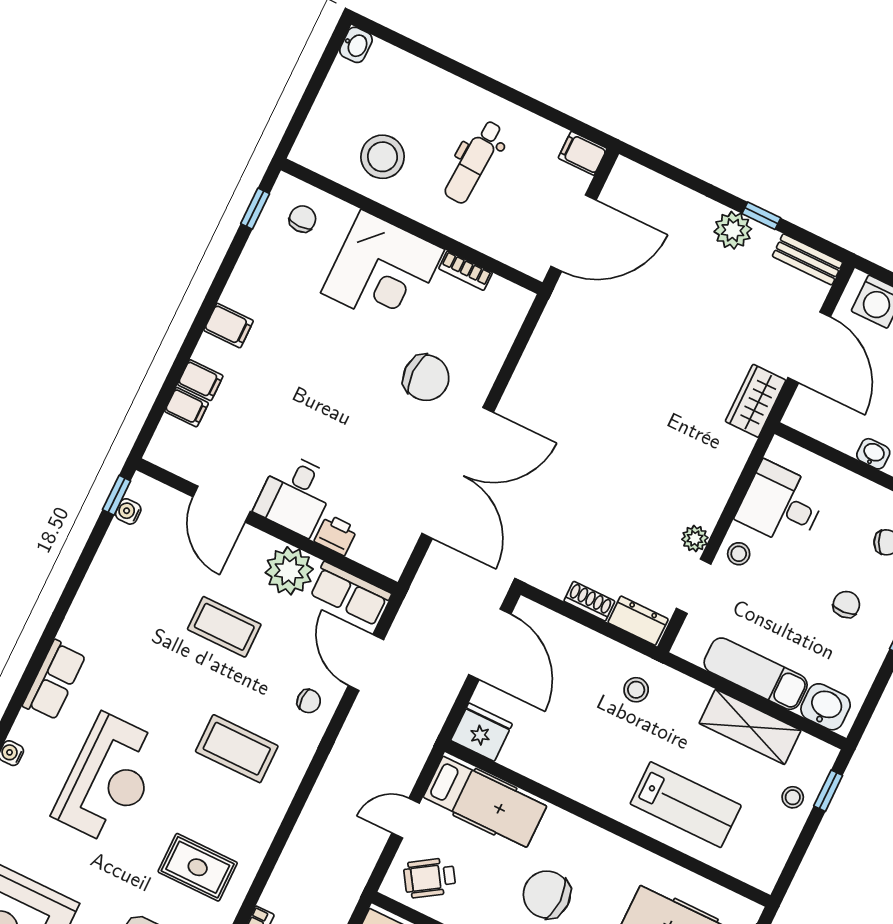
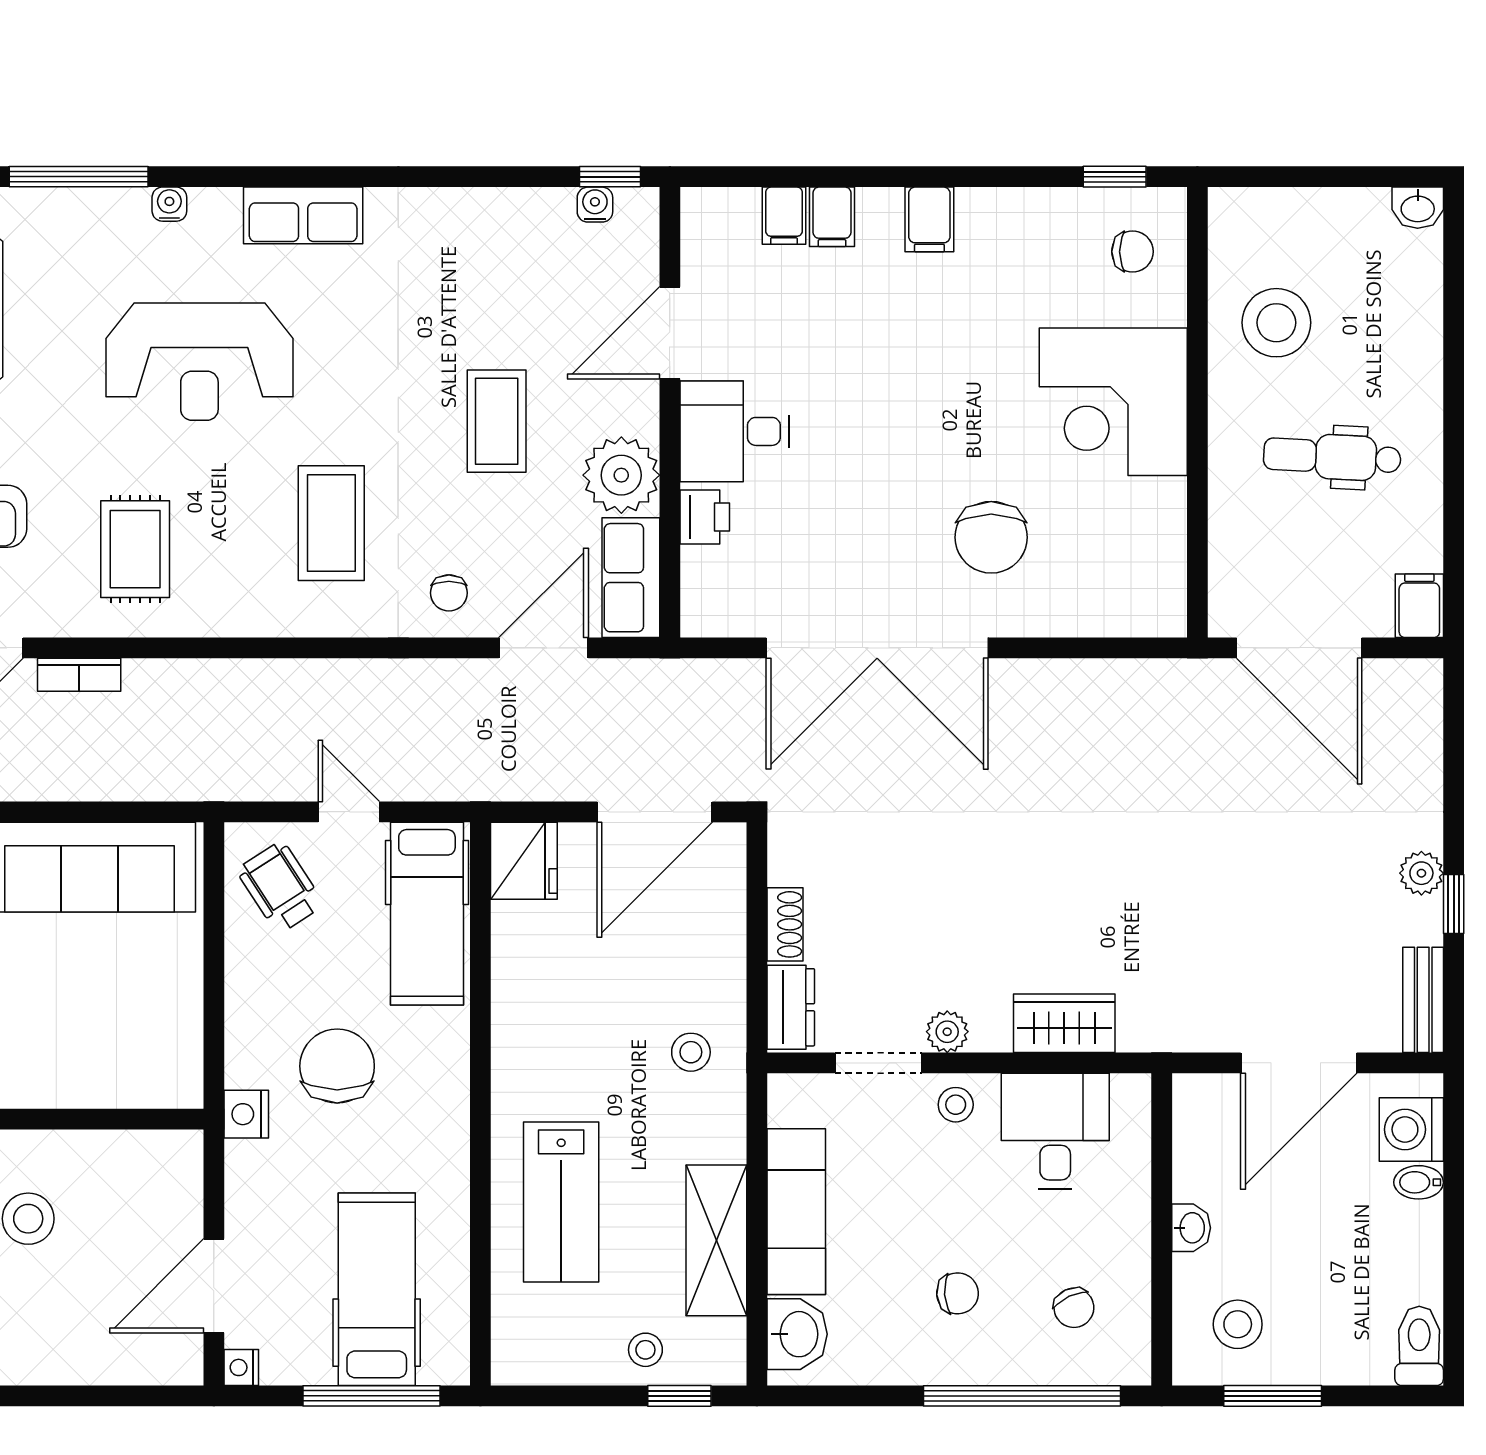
plant: (733, 230) -> (1421, 873), width x0.73, depth x0.73
bookcase: (466, 271) -> (1171, 520), removed
wardrobe: (756, 401) -> (1064, 1023), moved

